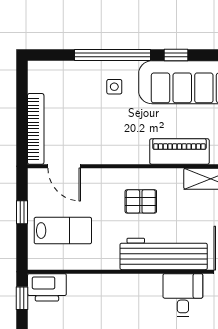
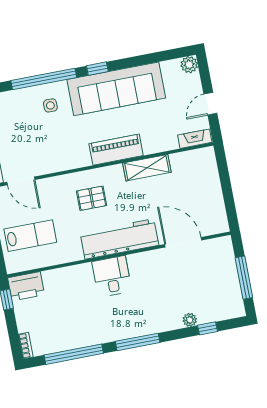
desk: (183, 295) -> (112, 276), moved

